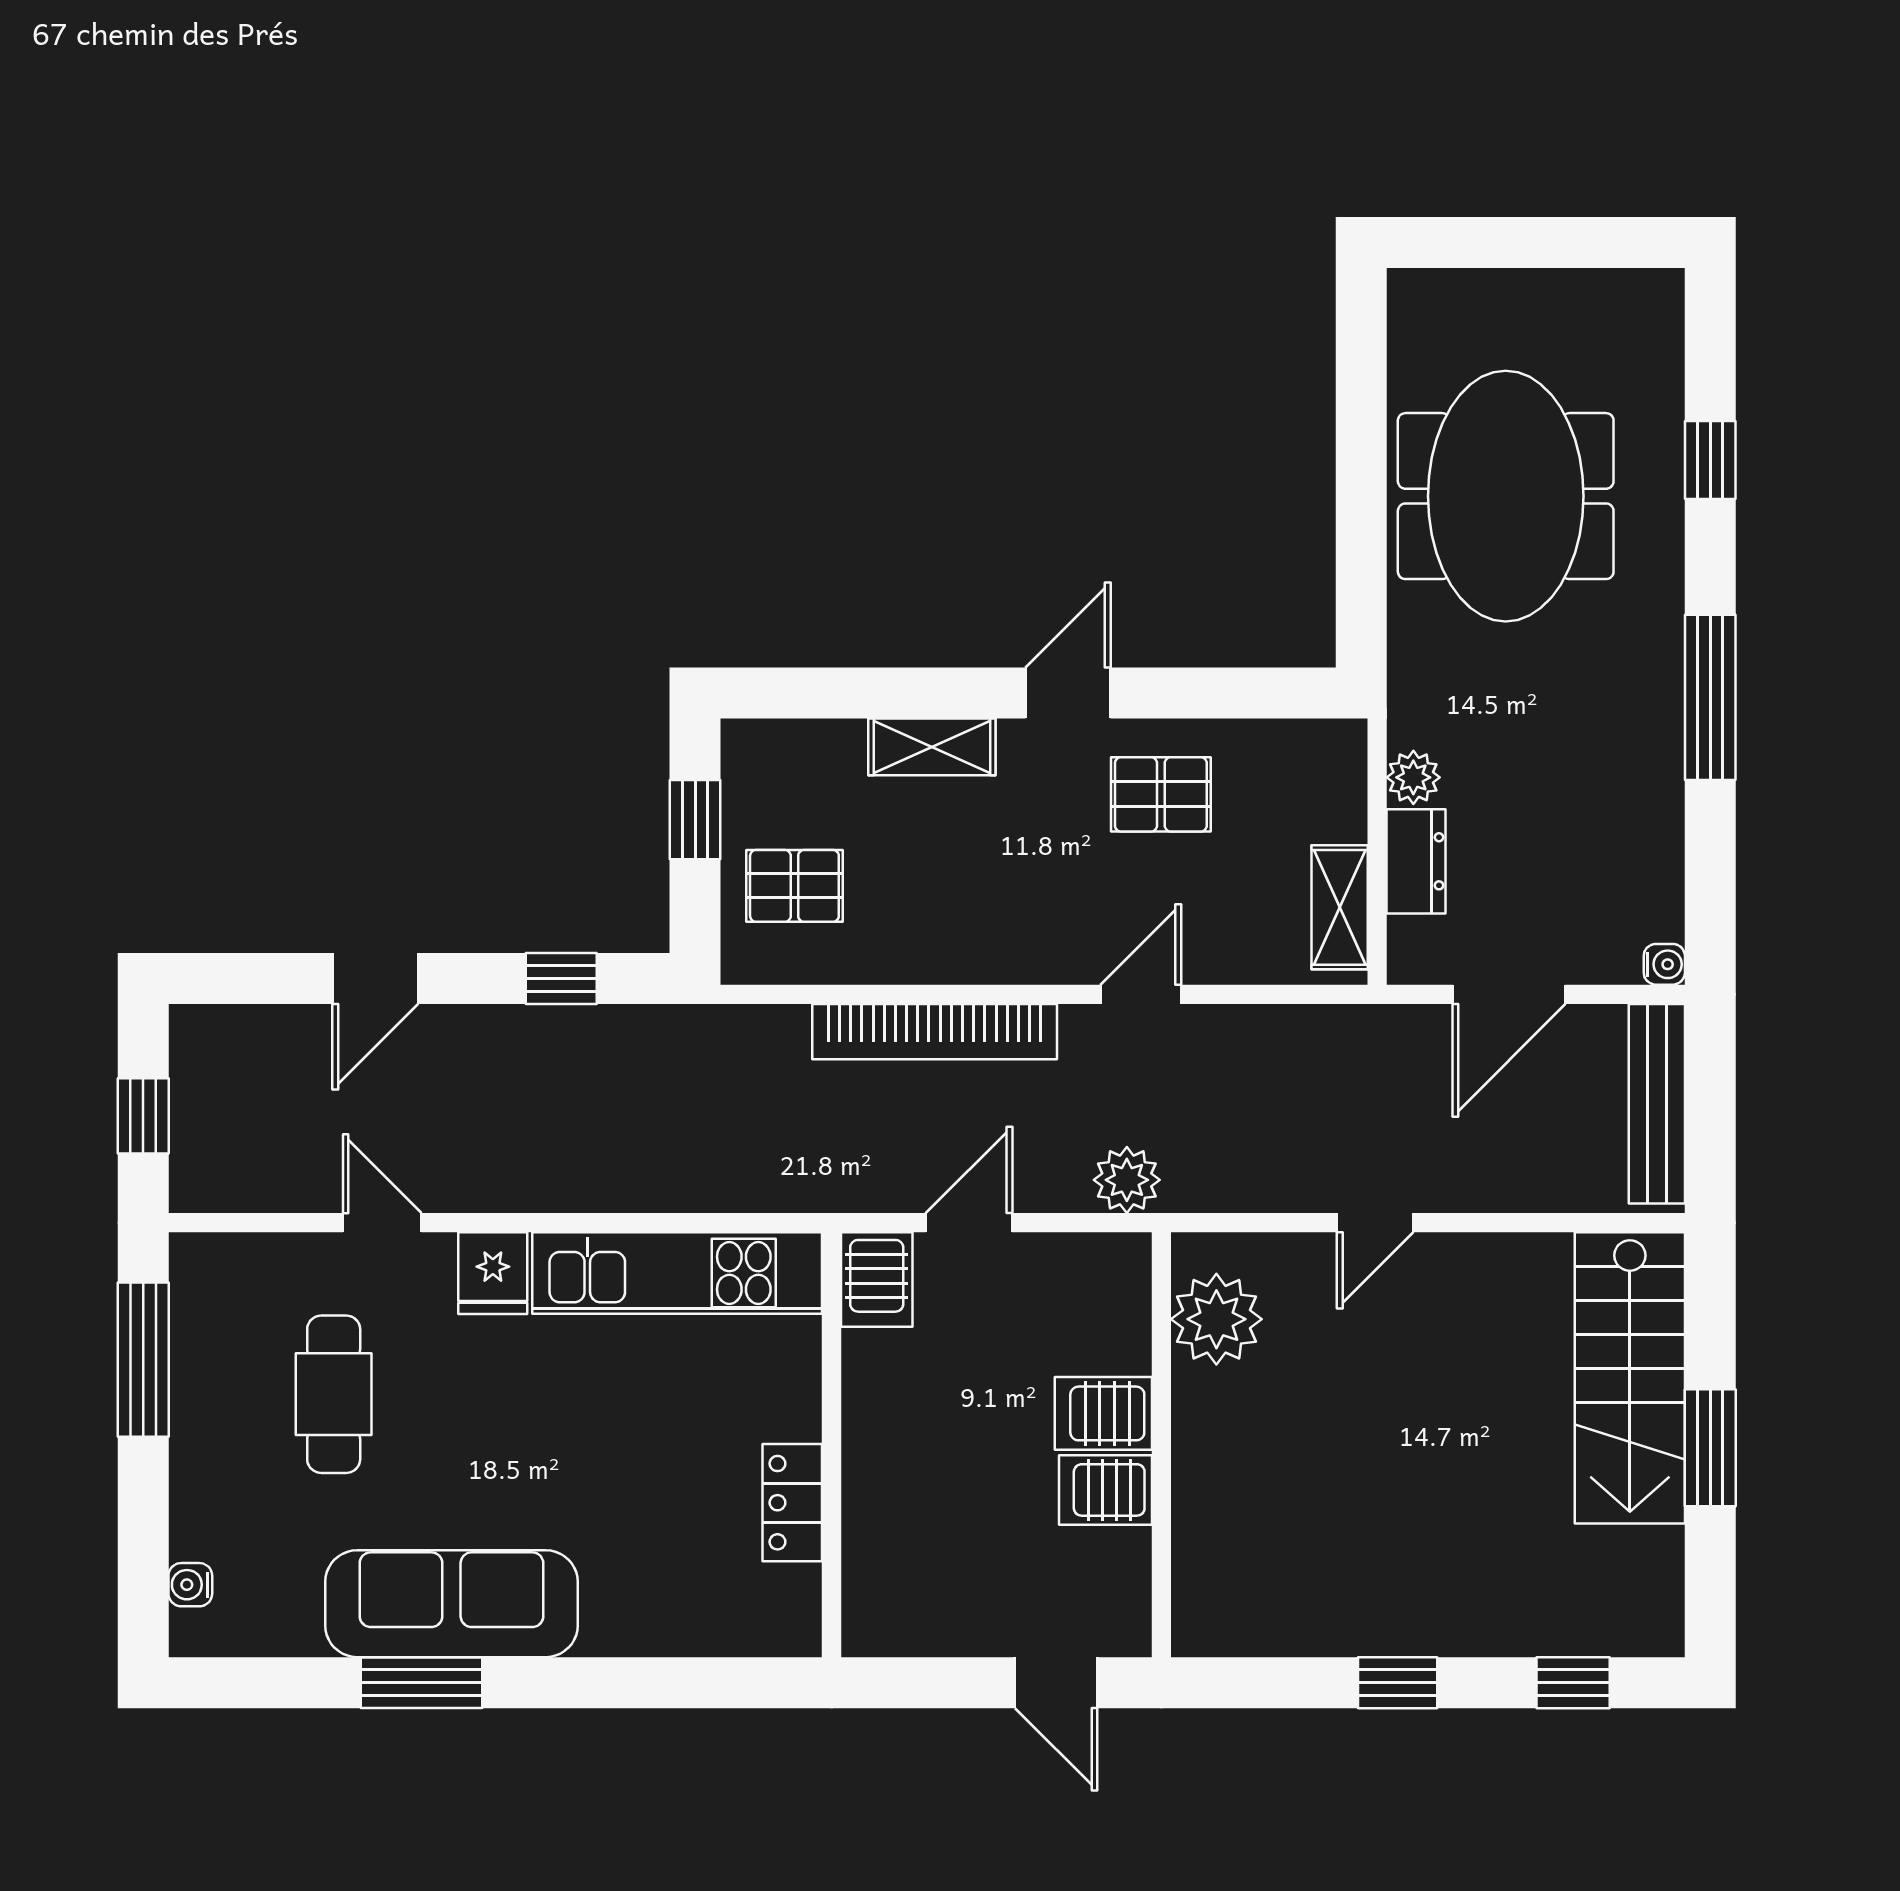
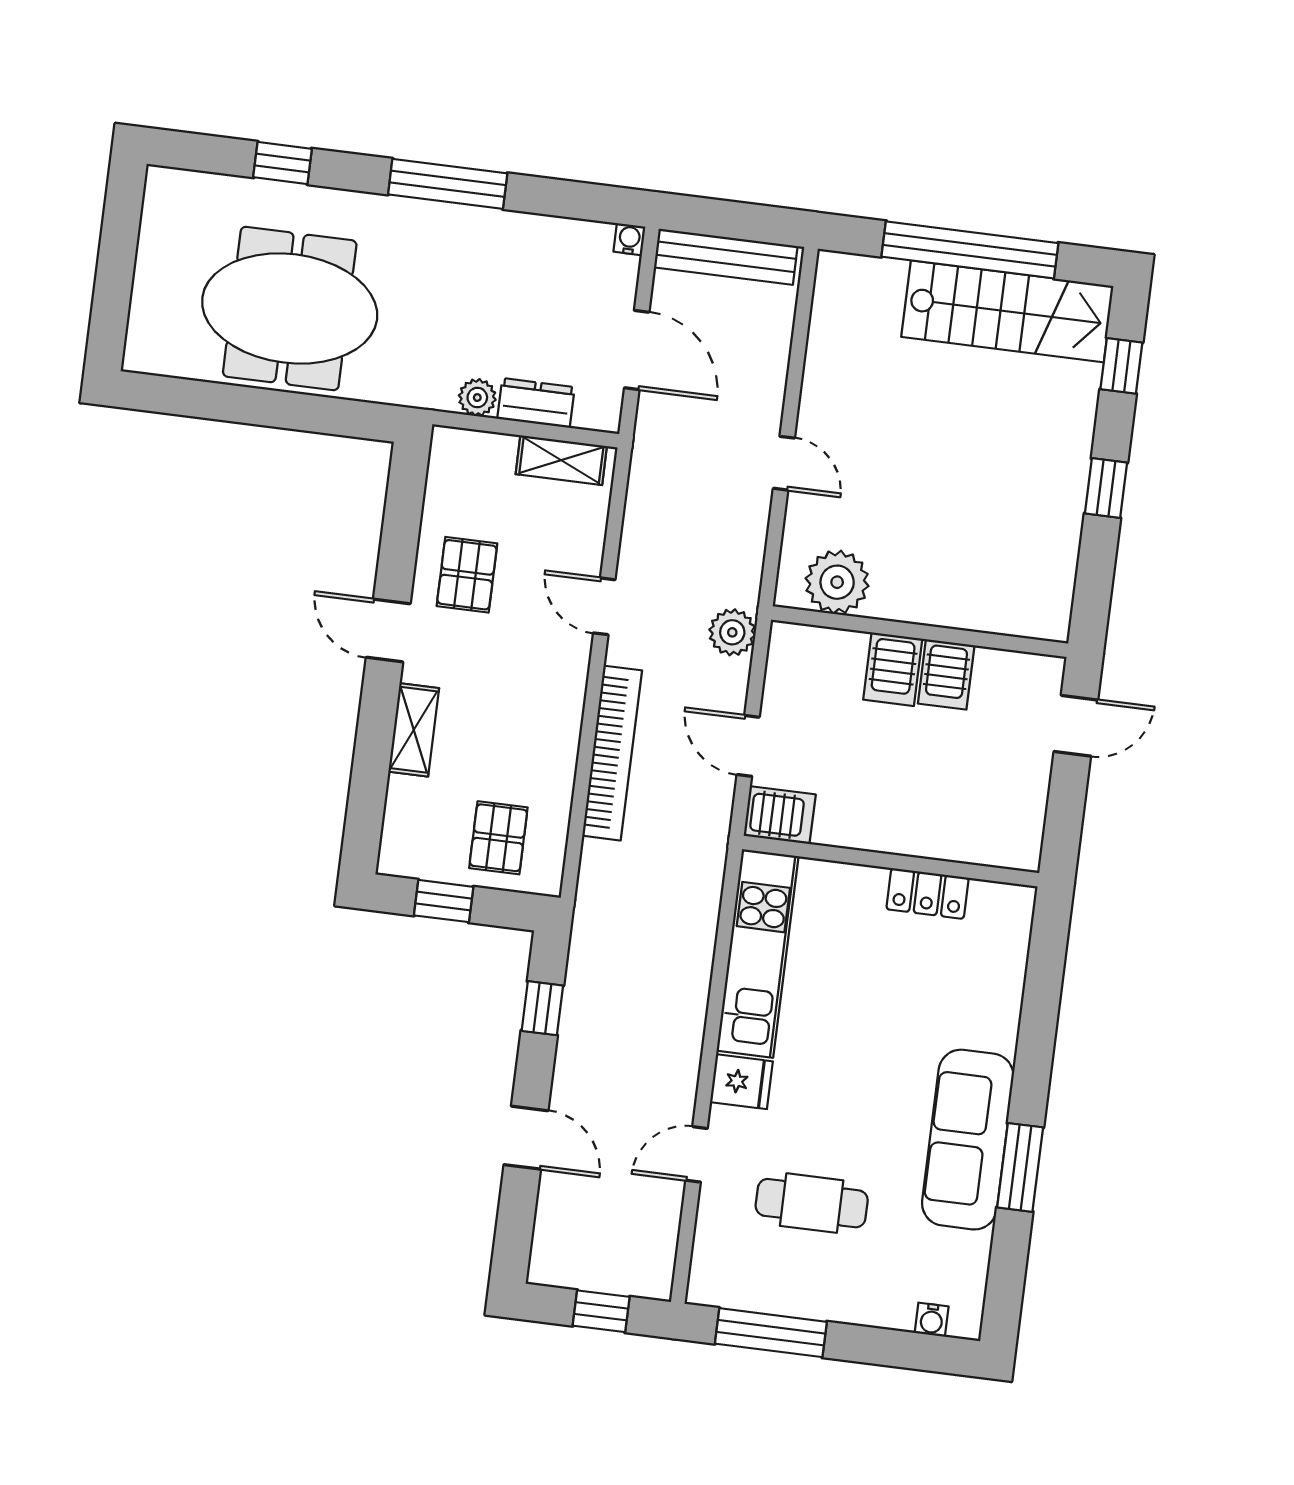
stairs: (1630, 1378) -> (1007, 311), moved
window: (1710, 1448) -> (970, 250), width x2.11

